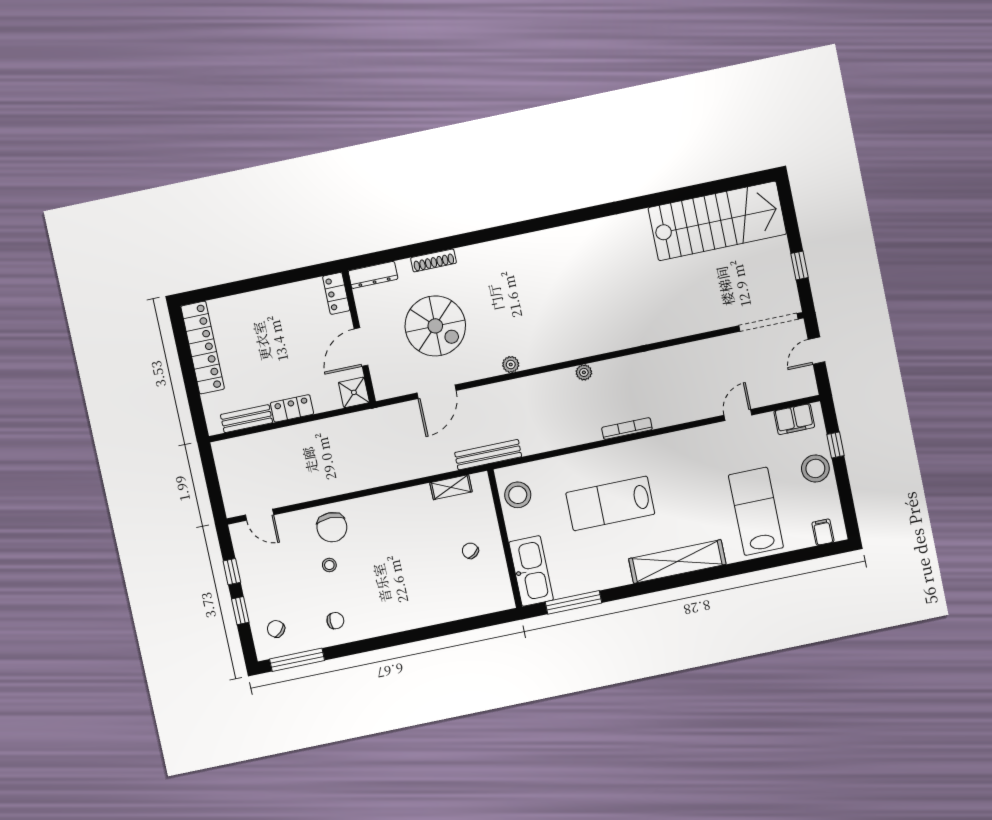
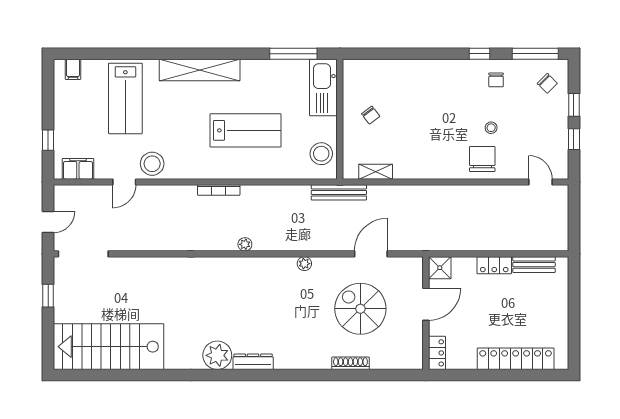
plant: (589, 237) -> (217, 355), added
dresser: (373, 275) -> (253, 362), moved
locker: (203, 348) -> (516, 359), moved, turned 90
stool: (815, 468) -> (152, 164), moved
chair: (335, 621) -> (496, 80), turned -90
window: (361, 647) -> (479, 54), added

